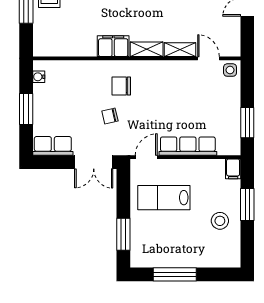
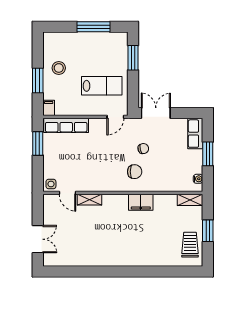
shelving: (147, 49) -> (190, 200), moved
row of seats: (53, 146) -> (195, 134), moved, turned 90
row of seats: (188, 146) -> (66, 125), moved

